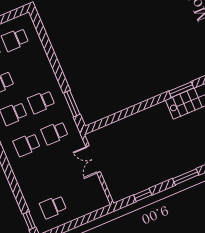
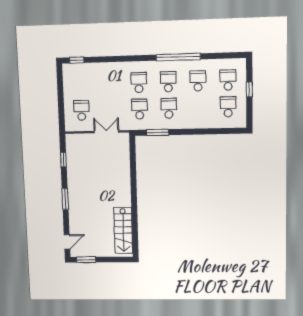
window: (181, 90) -> (135, 223), removed
school desk: (53, 207) -> (82, 110), moved

